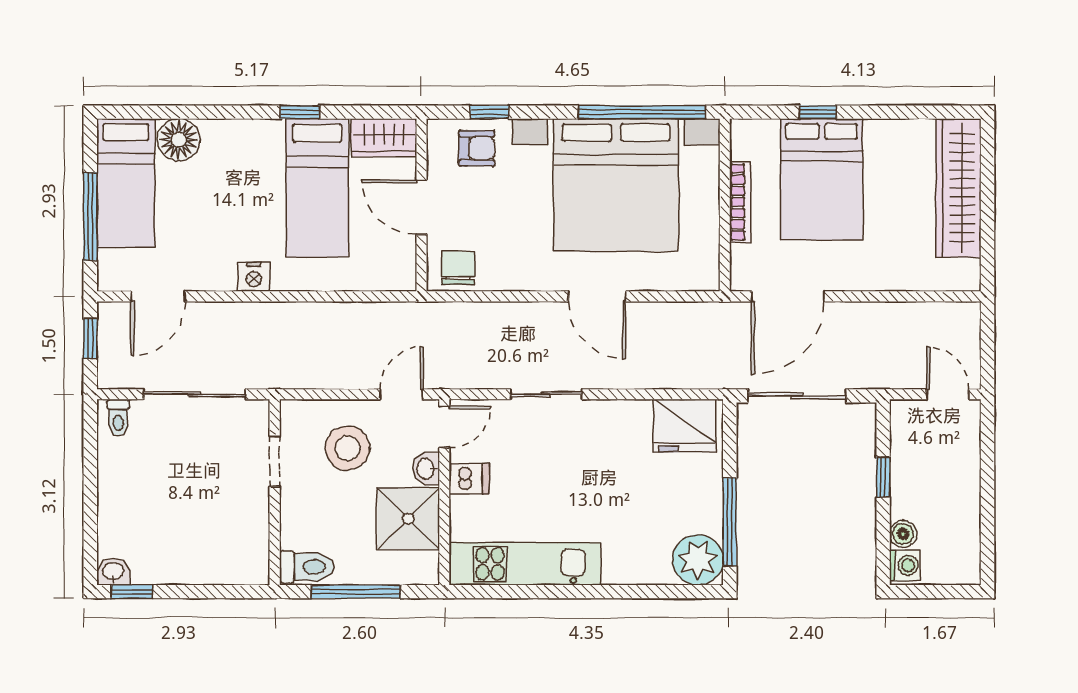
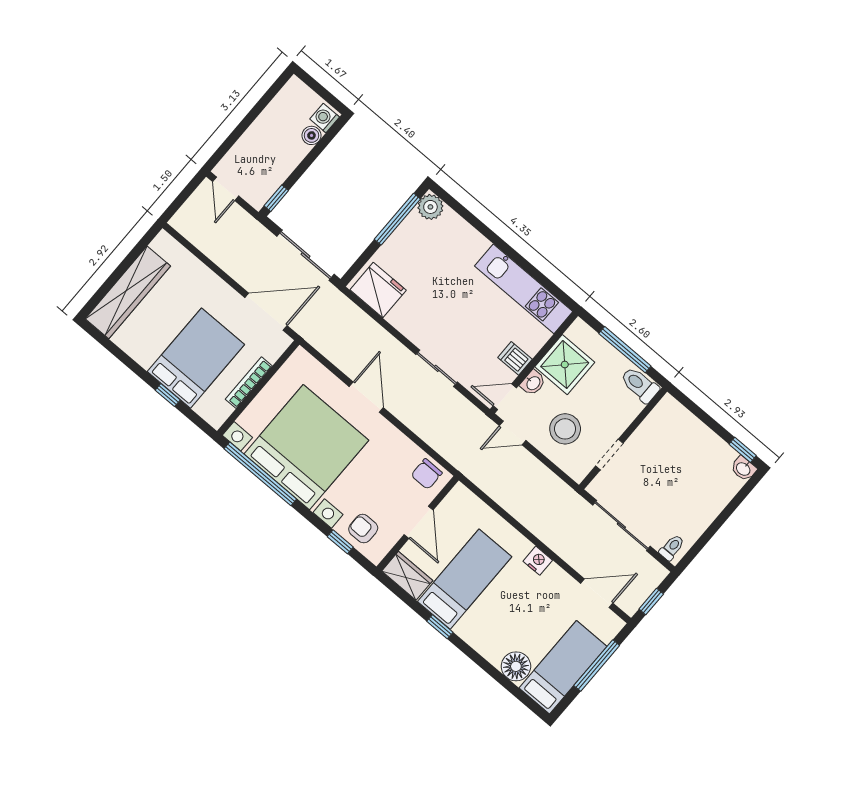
window: (883, 477) -> (276, 198), moved
plant: (698, 560) -> (430, 207), width x0.73, depth x0.73

